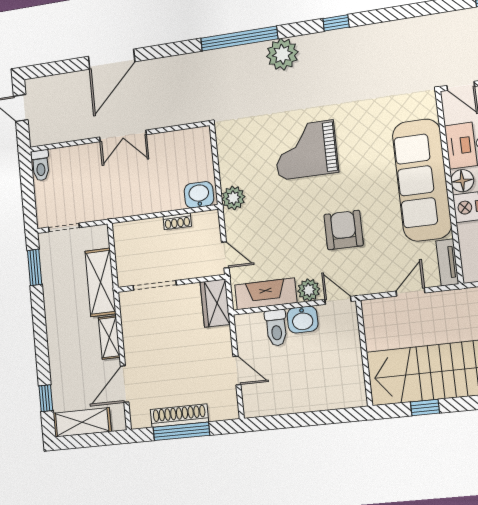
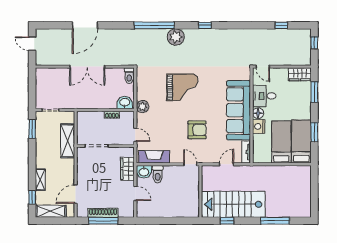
double door: (123, 136) -> (87, 67), width x1.37
grand piano: (306, 150) -> (182, 87), turned 180
toilet: (41, 165) -> (129, 76), moved
armchair: (344, 230) -> (197, 130), turned 90
plant: (309, 290) -> (176, 157), removed
wardrobe: (215, 303) -> (127, 169), moved
washbasin: (303, 320) -> (144, 172), moved
shelving: (109, 337) -> (40, 180), moved

